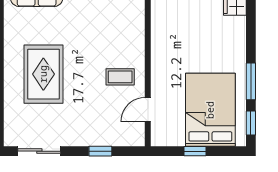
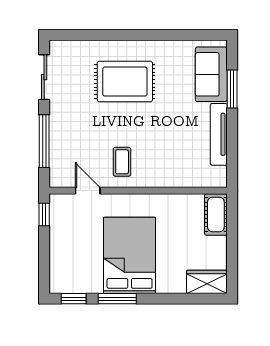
bed: (210, 110) -> (130, 255), moved, turned -90
window: (100, 151) -> (44, 141), width x2.17
window: (195, 151) -> (44, 215), moved

